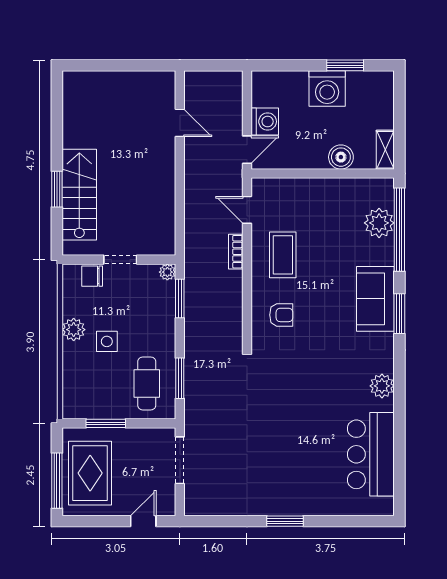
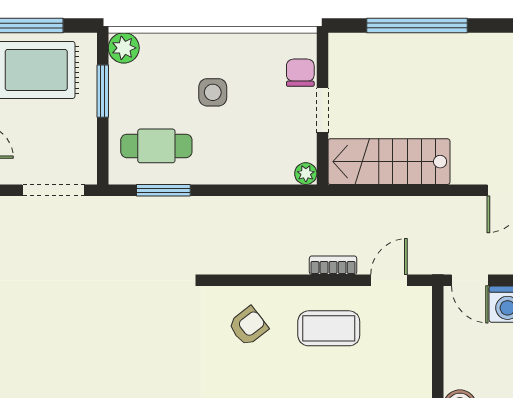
window: (57, 189) -> (417, 26), width x2.11
stairs: (79, 195) -> (389, 162), moved, turned 180
window: (180, 299) -> (270, 190), removed
armchair: (281, 315) -> (248, 326), turned -128
plant: (74, 330) -> (124, 48), moved

